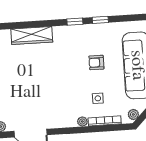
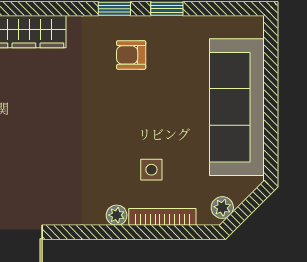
armchair: (96, 63) -> (131, 55), moved

